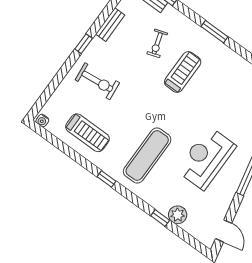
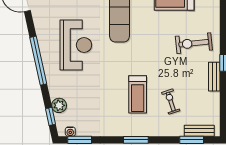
bench: (110, 25) -> (214, 77), moved

